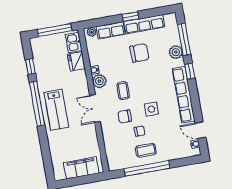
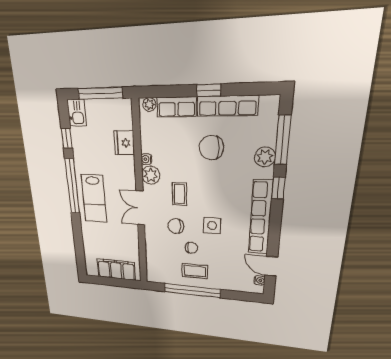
kitchen sink: (74, 43) -> (77, 113), moved, turned 180
chair: (139, 53) -> (211, 148), turned 180

